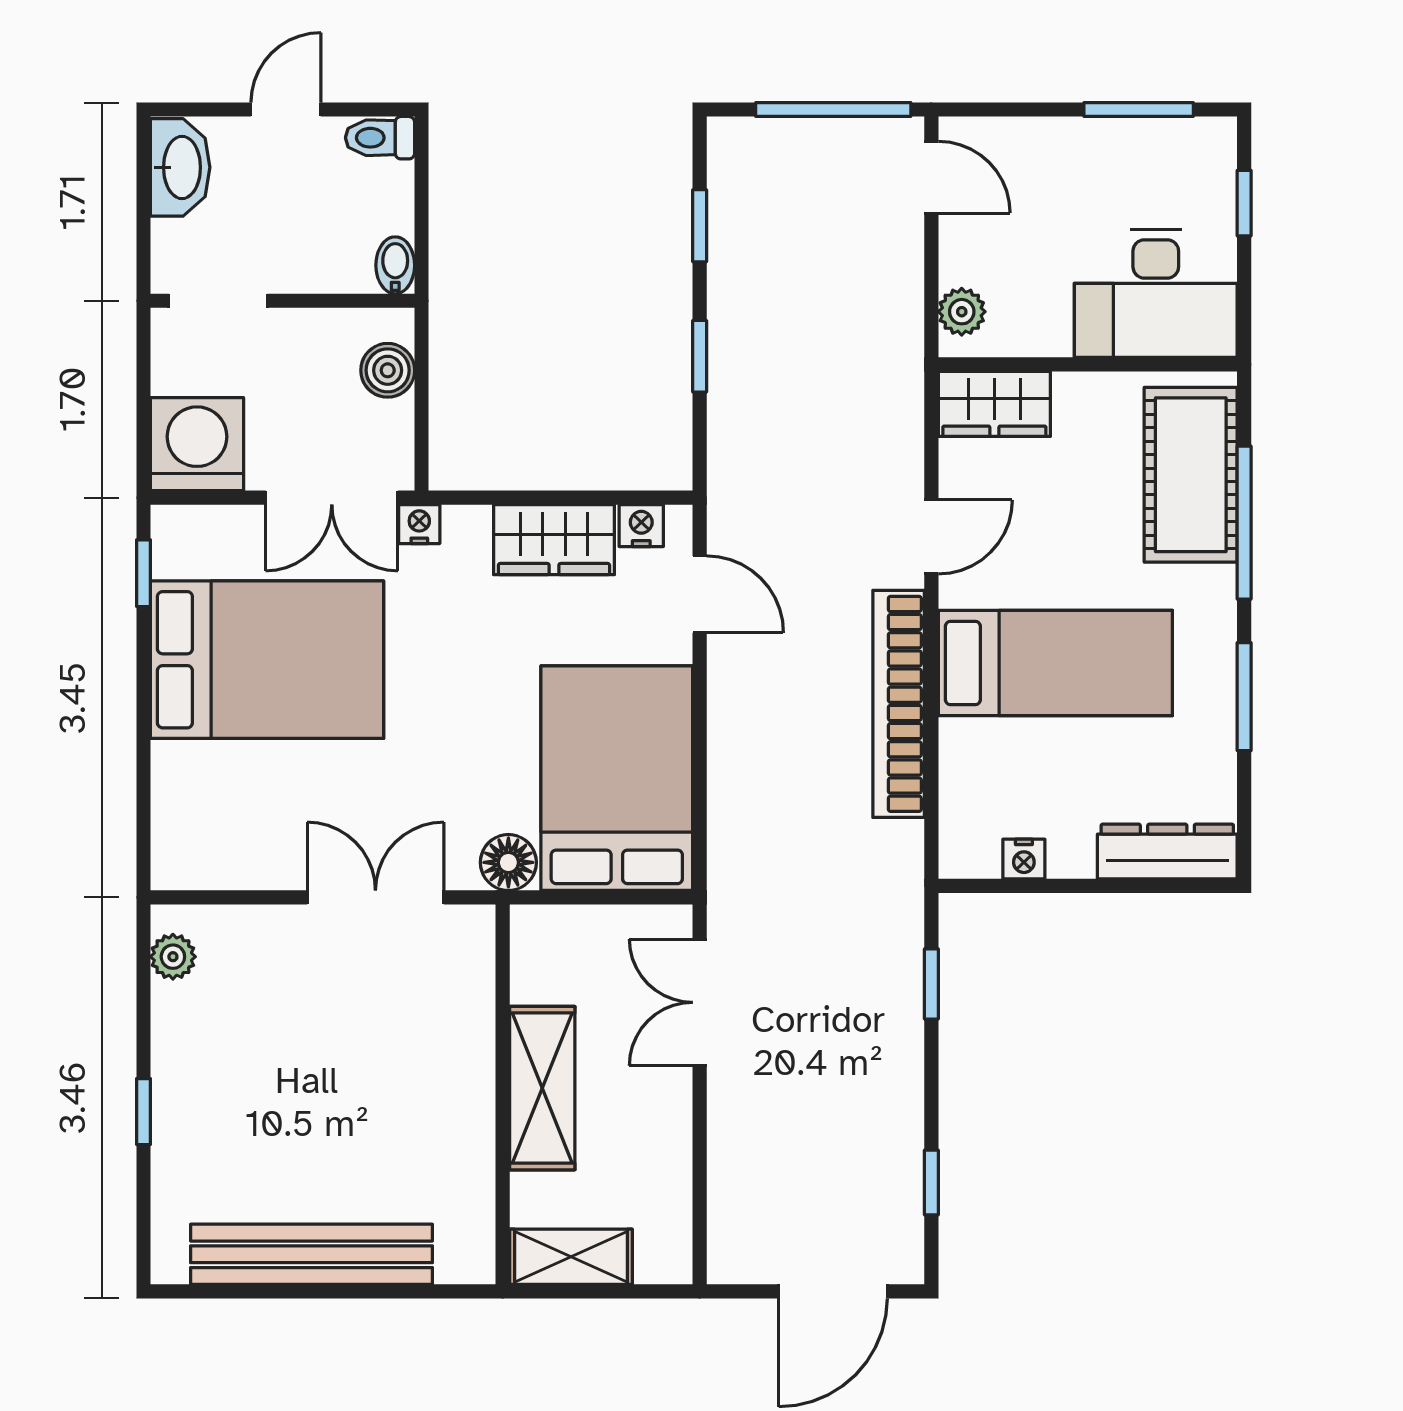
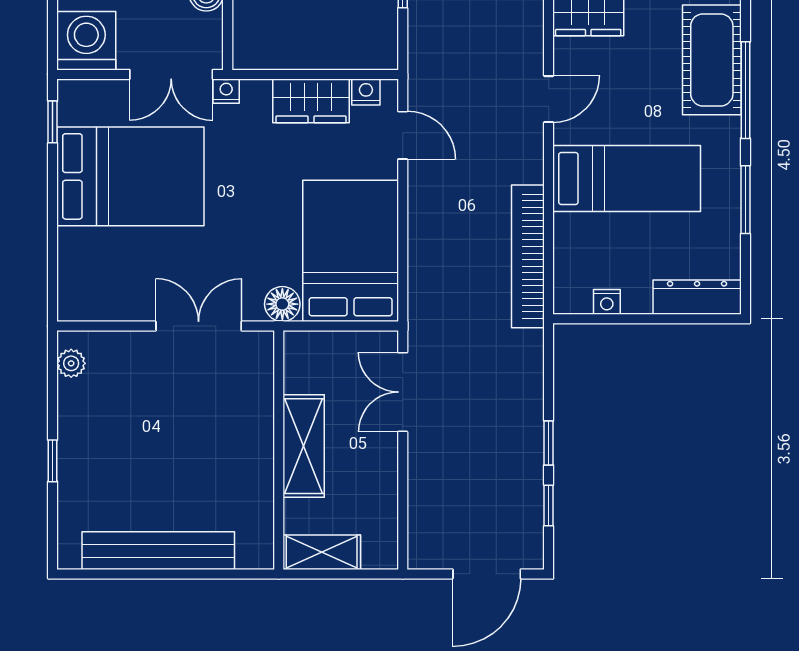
bookcase: (899, 704) -> (528, 256), moved
window: (931, 984) -> (549, 443), moved

